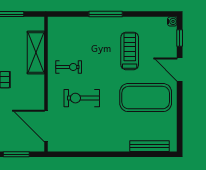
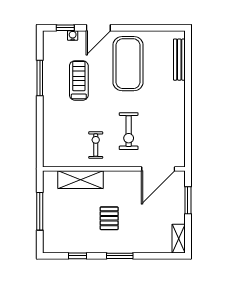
window: (106, 14) -> (40, 78), moved
water cooler: (172, 21) -> (73, 35), moved
treadmill: (130, 51) -> (79, 80), turned 90

